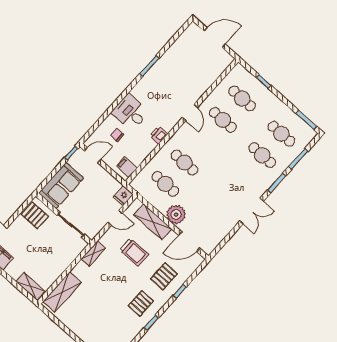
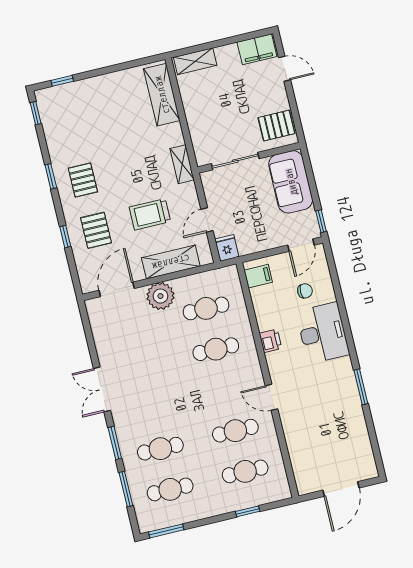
desk: (130, 112) -> (323, 333), width x1.37

